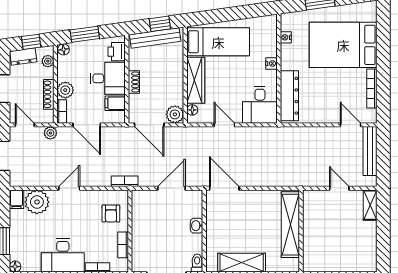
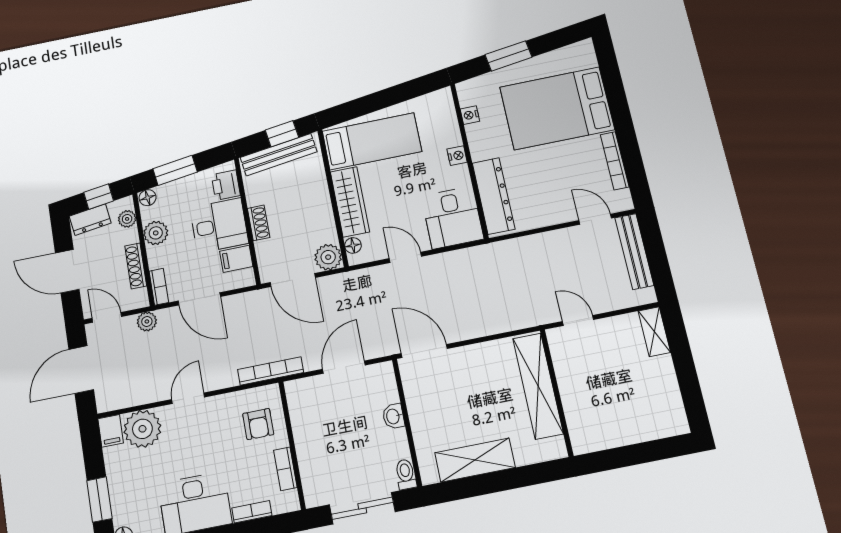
plant: (65, 90) -> (156, 233), moved
bookcase: (125, 181) -> (271, 371), width x1.56
door: (339, 188) -> (578, 320), moved

